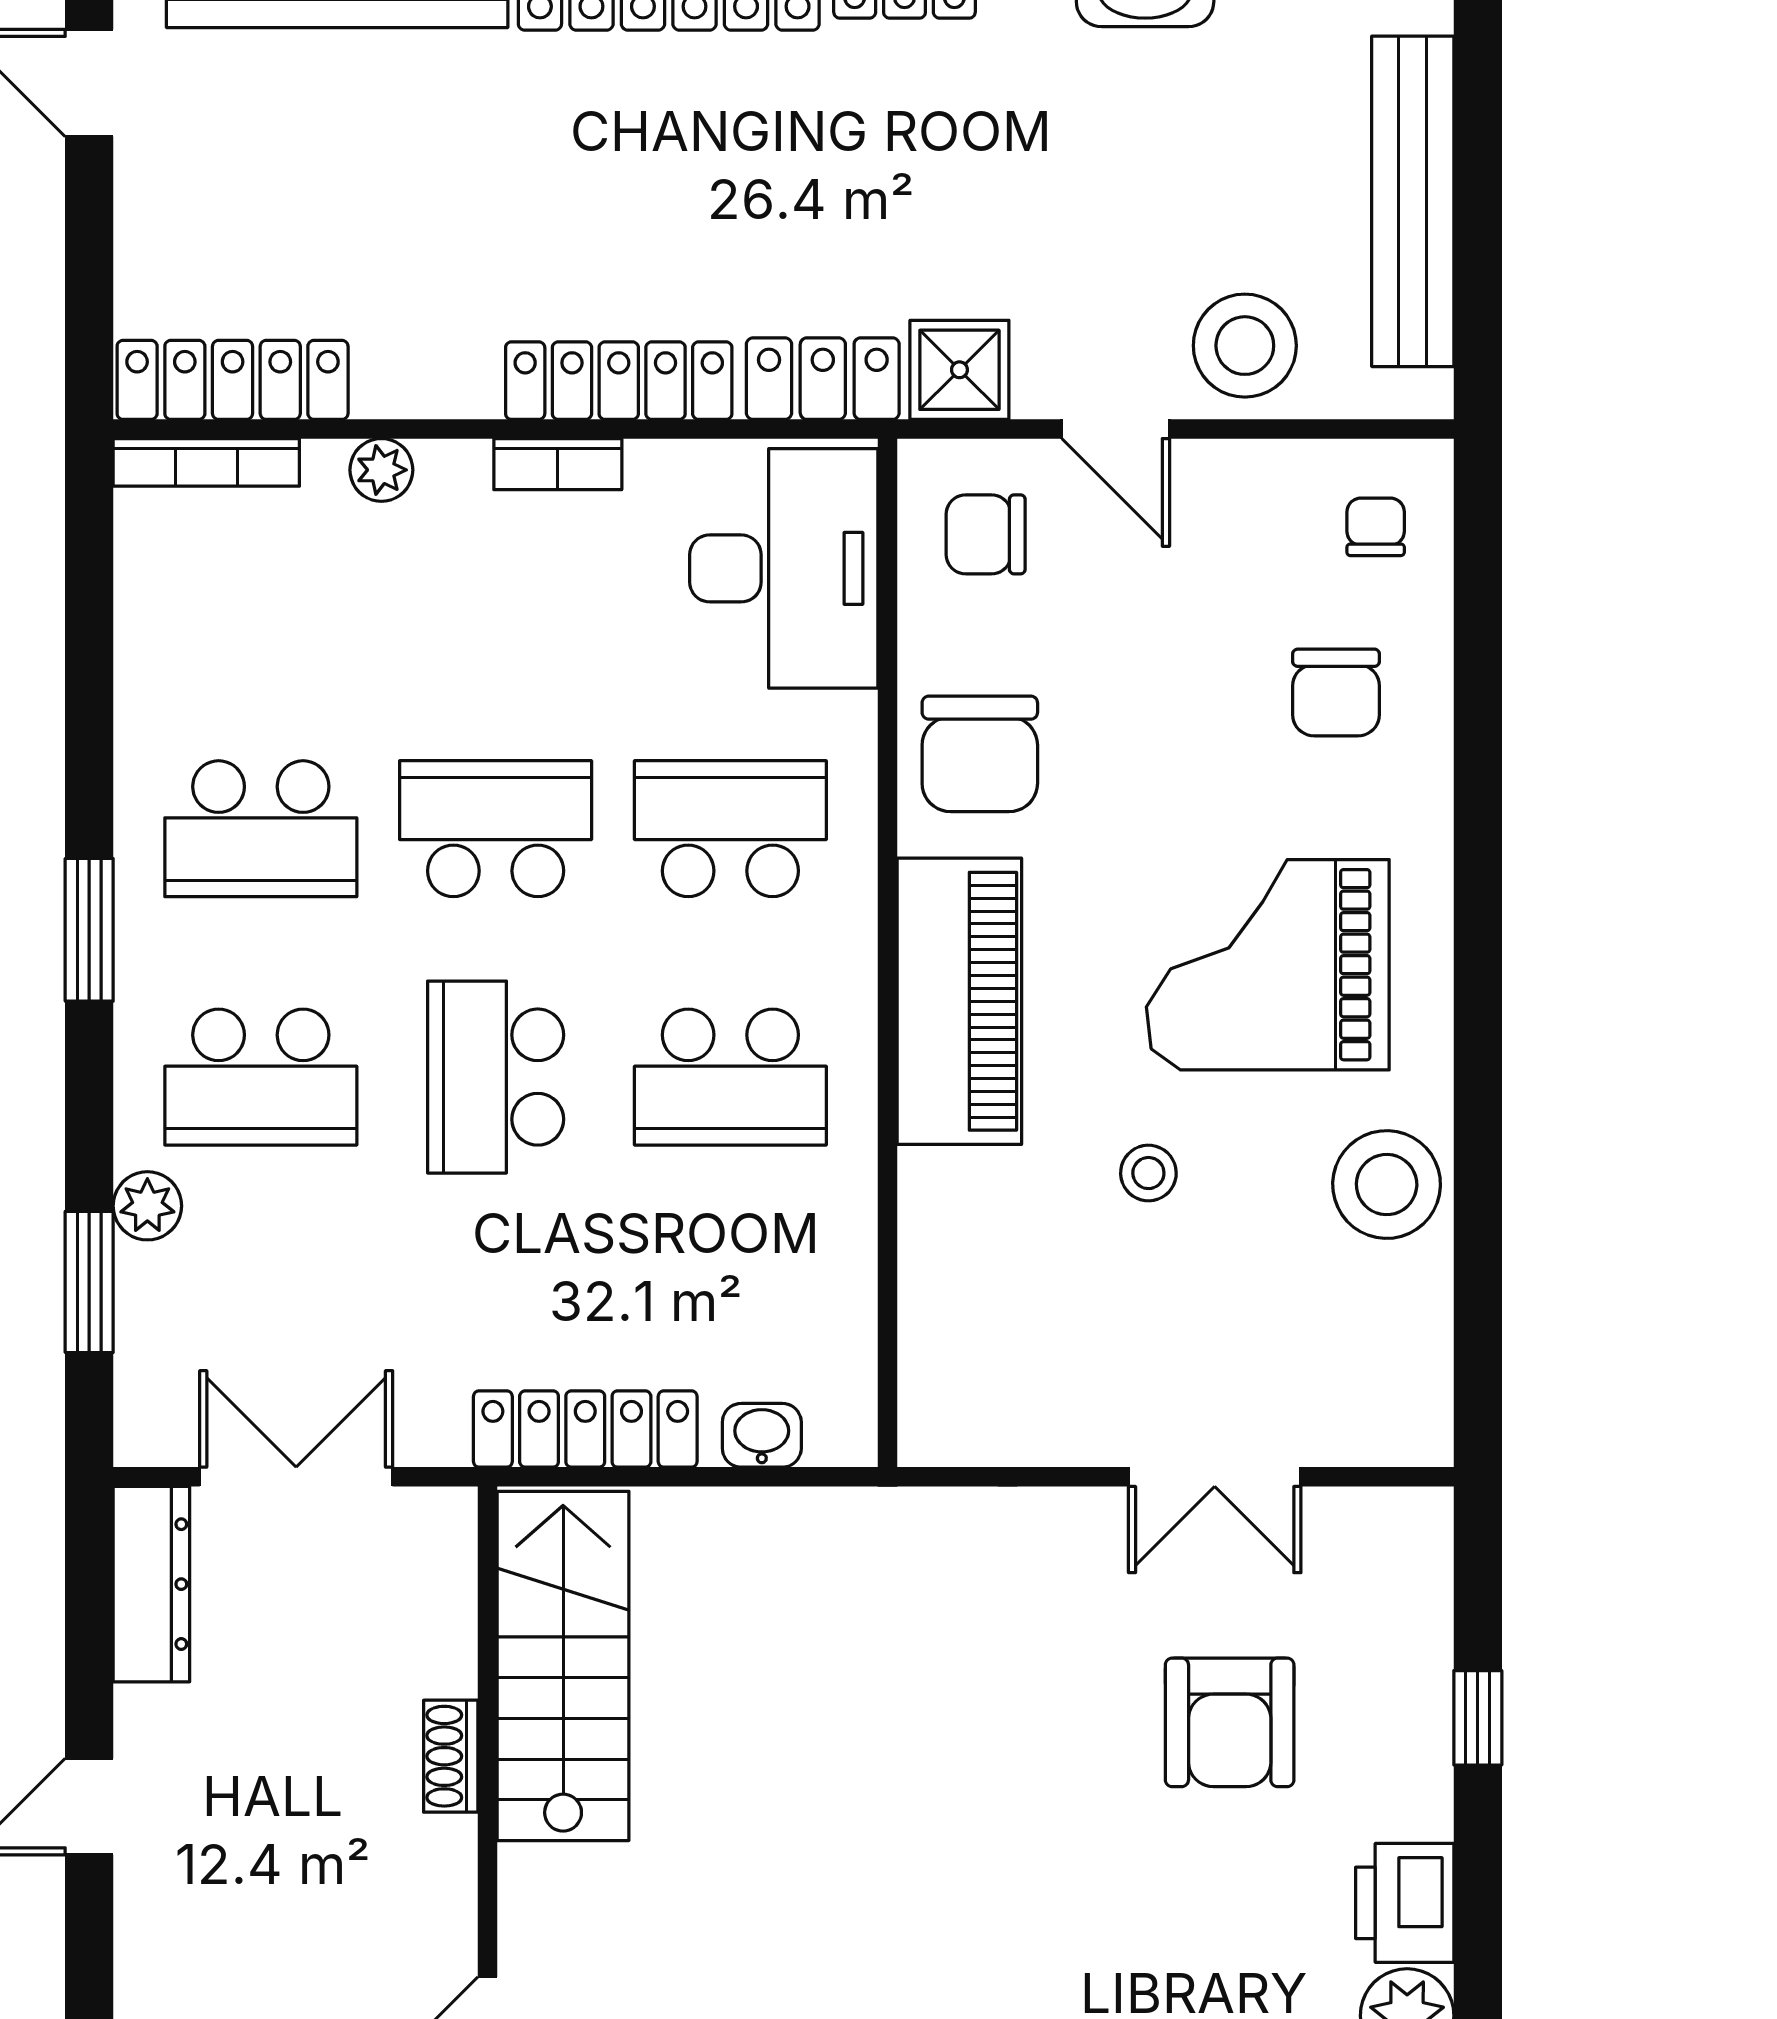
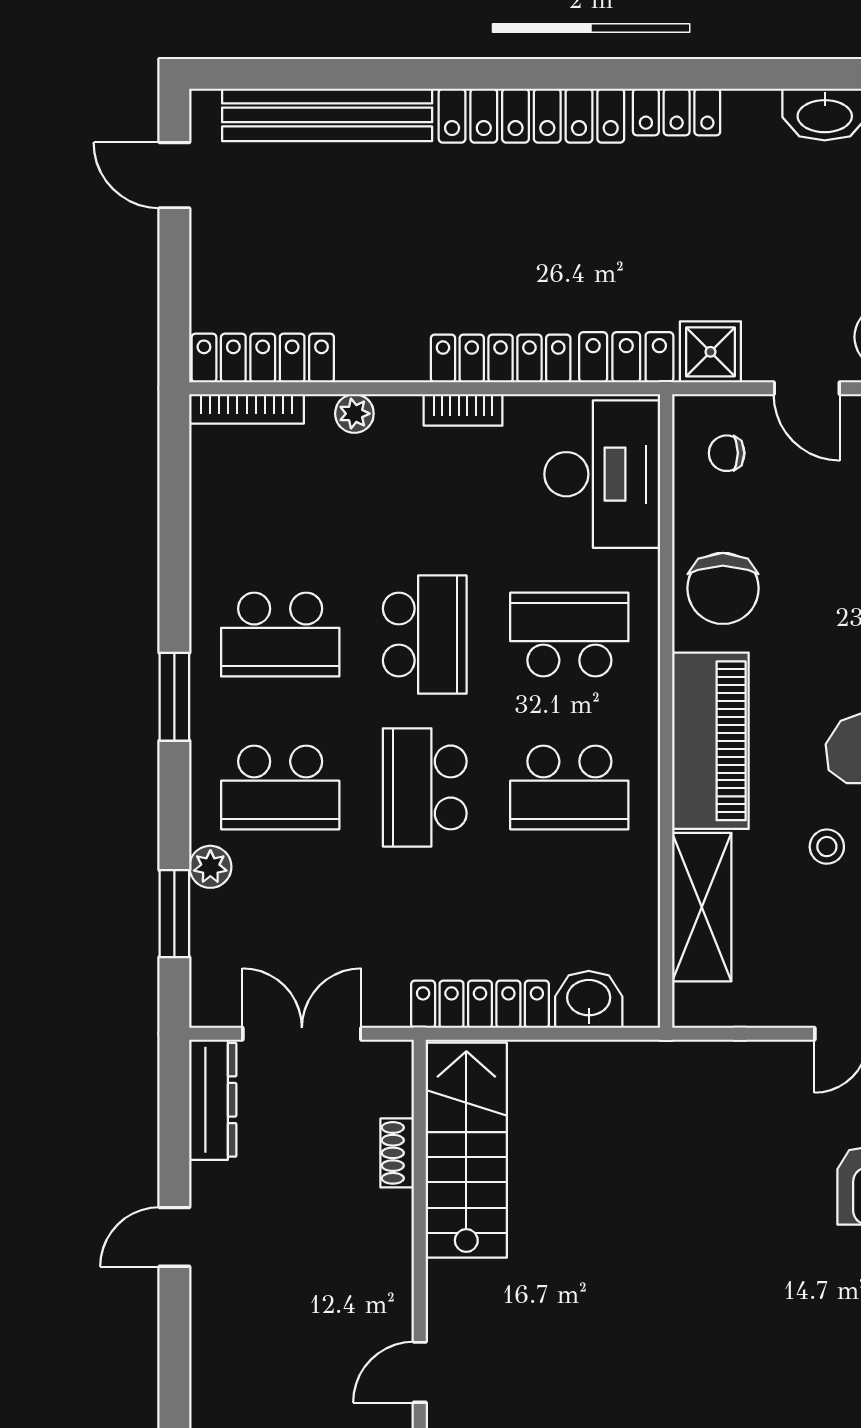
chair: (986, 534) -> (727, 453), width x0.73, depth x0.73
school desk: (496, 829) -> (425, 635), turned 90
shelving: (945, 1271) -> (702, 907), added
washbasin: (762, 1435) -> (589, 999), width x1.38, depth x1.45
shoe rack: (451, 1756) -> (397, 1153), moved

